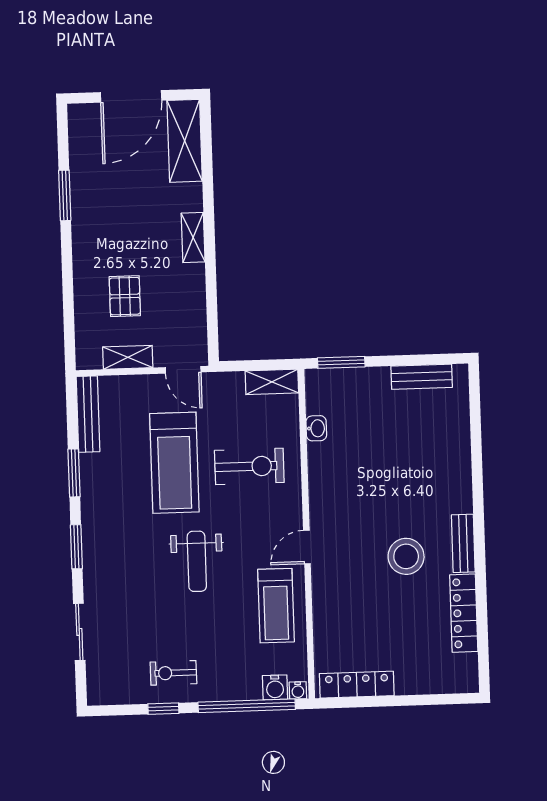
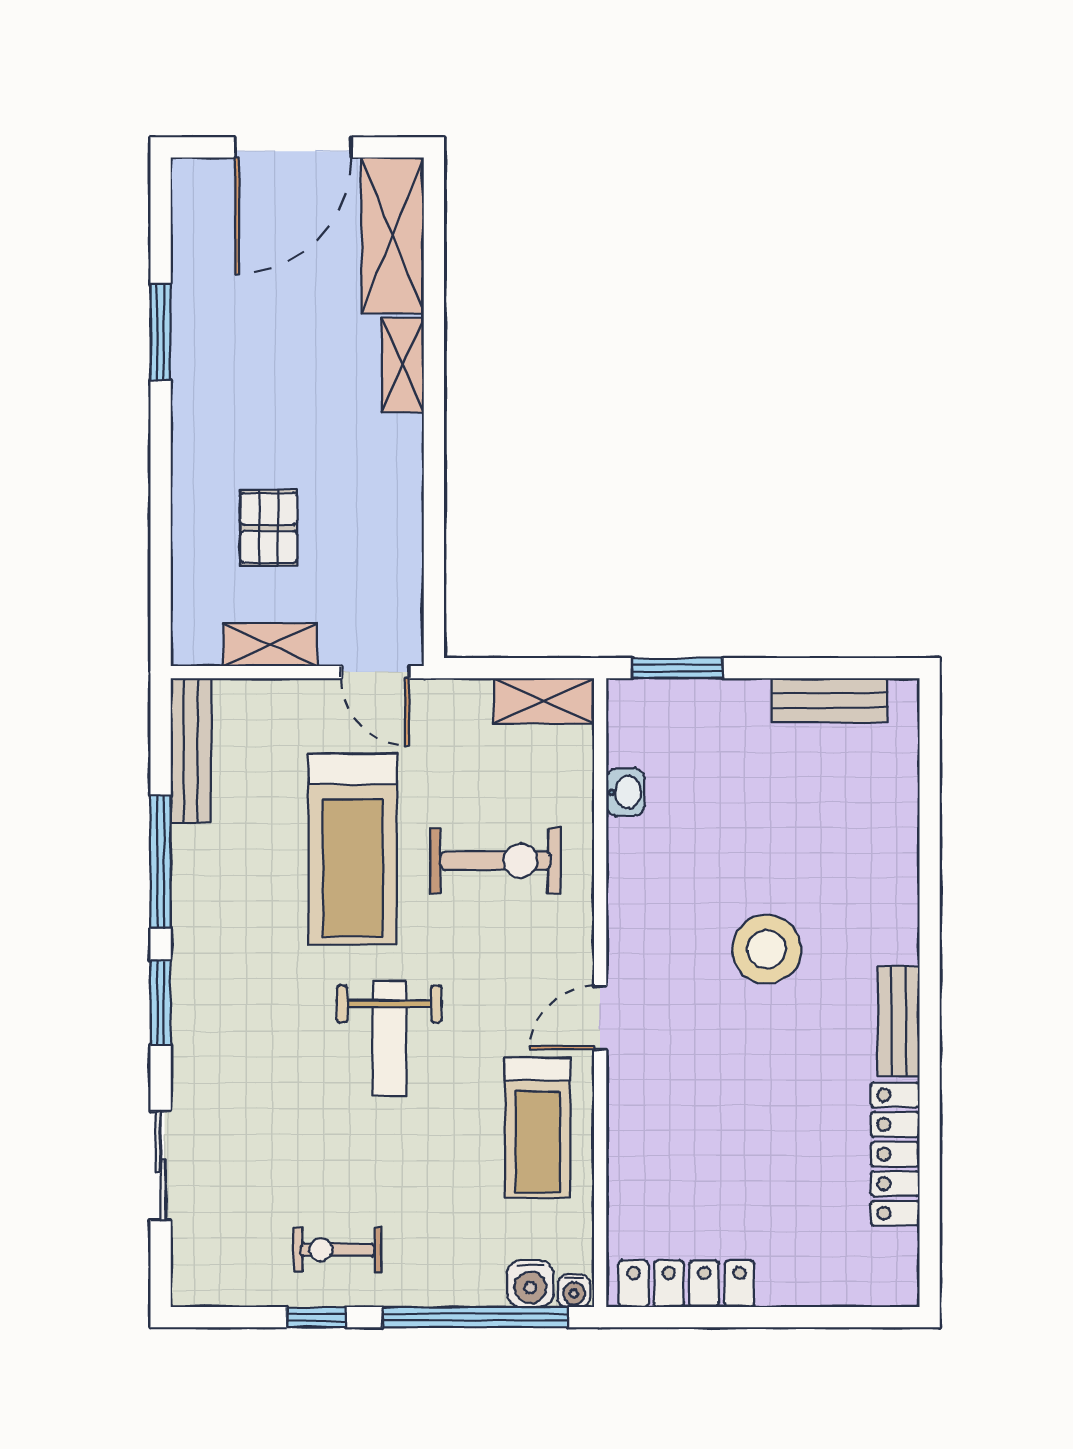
shelving: (193, 238) -> (403, 365), moved
window: (74, 473) -> (161, 862), width x1.44
stool: (406, 556) -> (767, 949), moved

